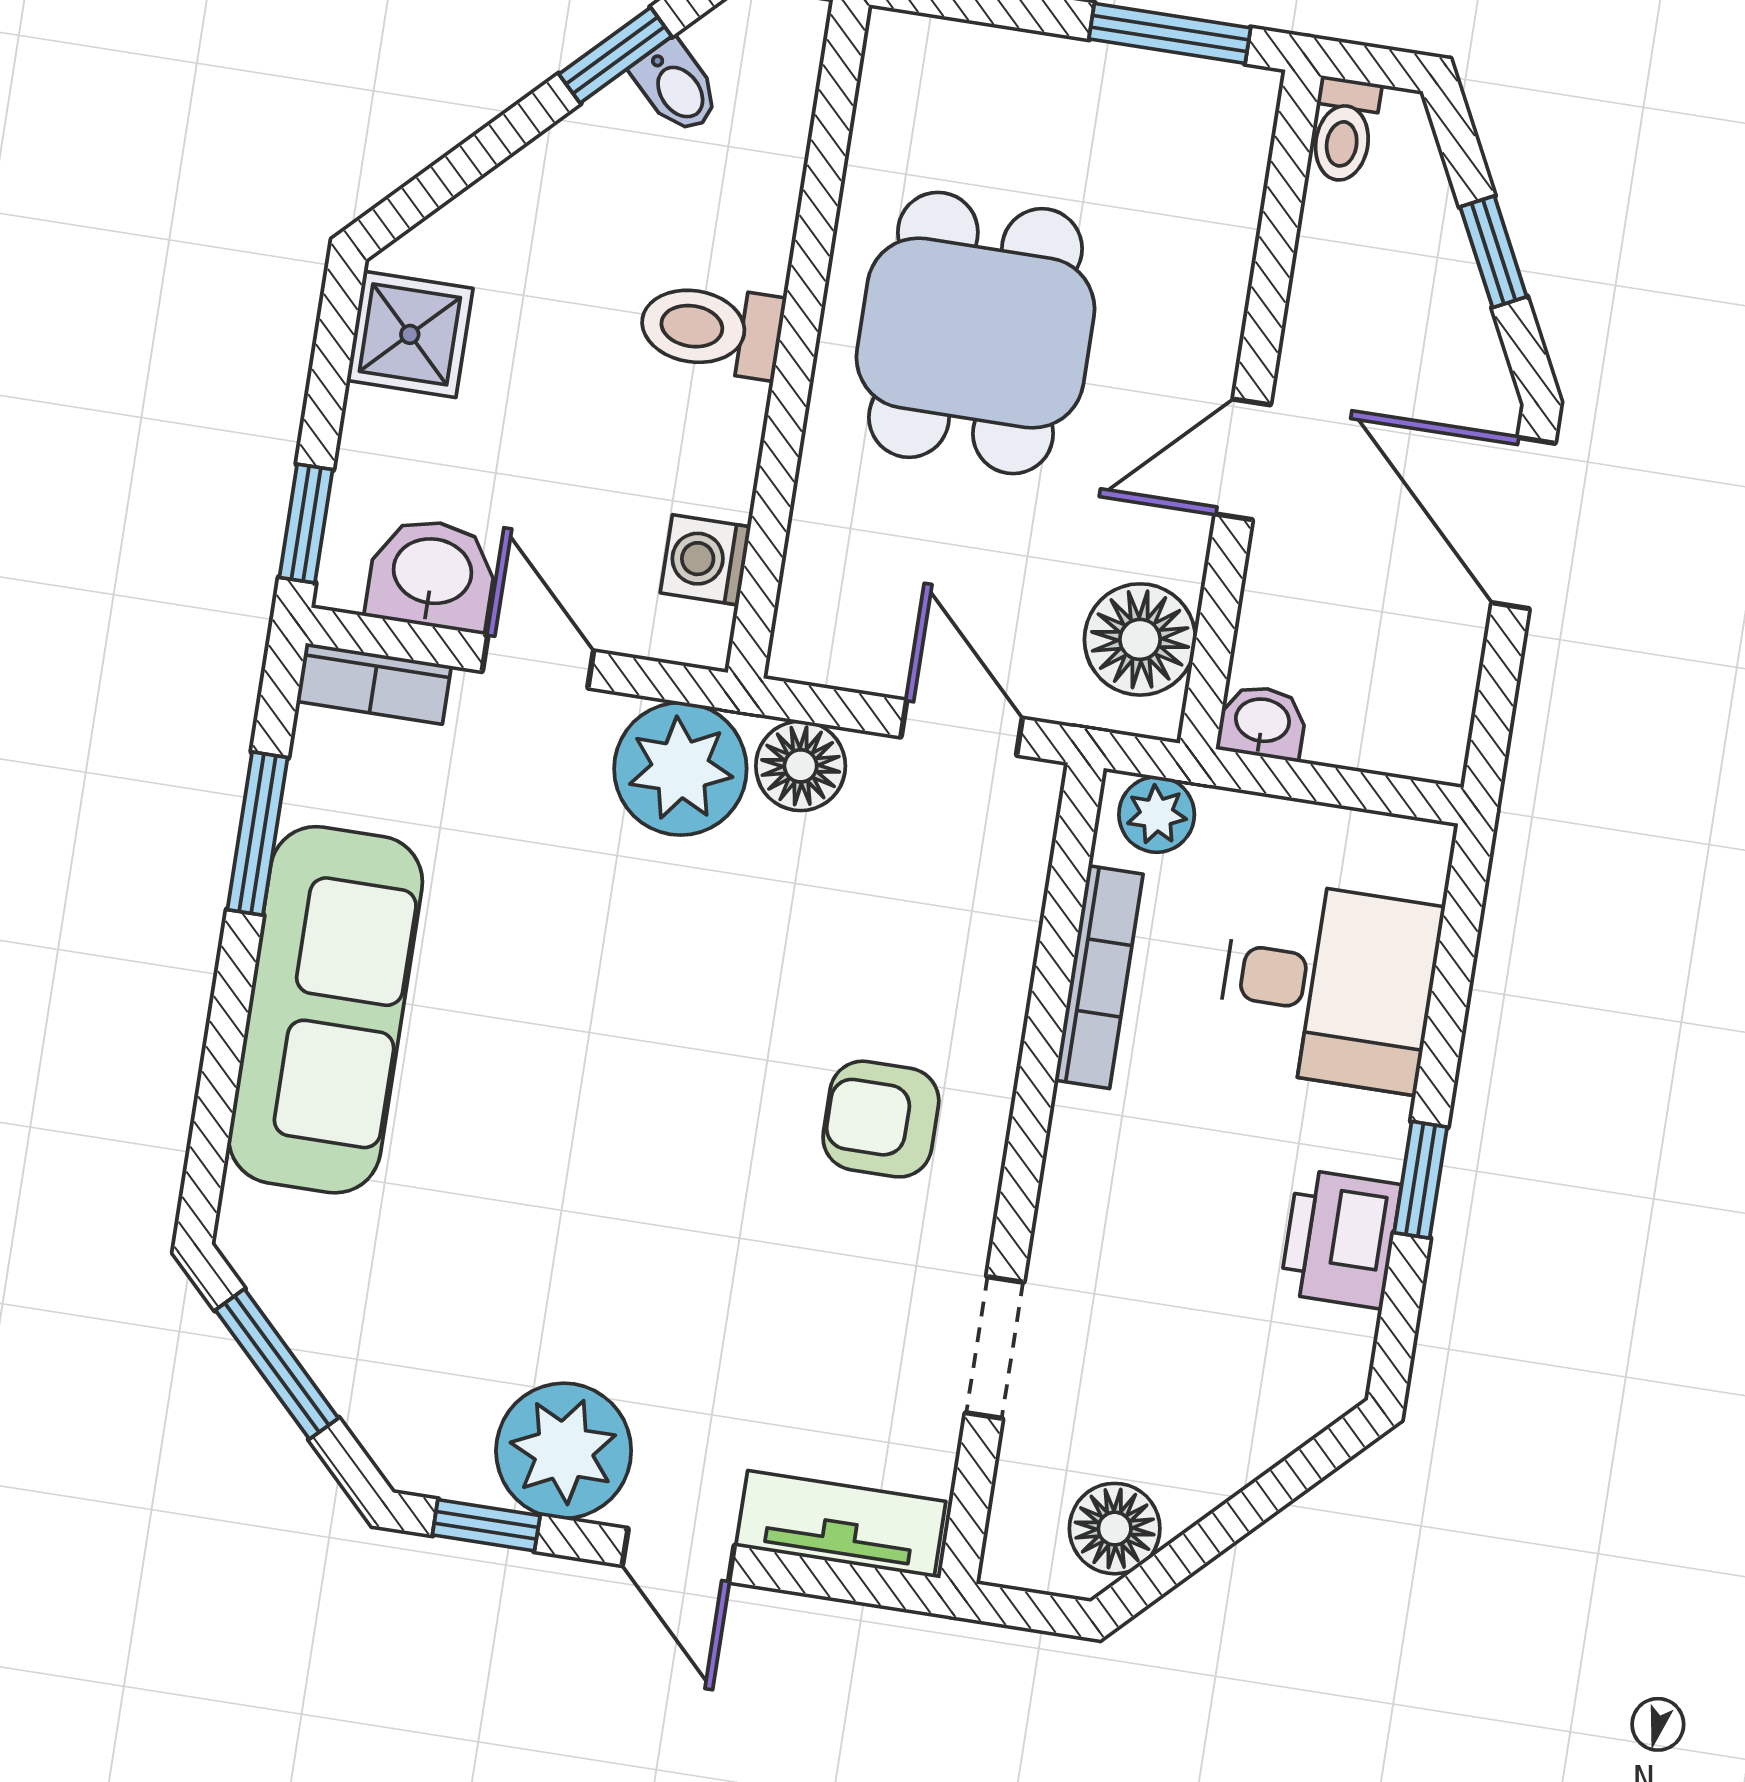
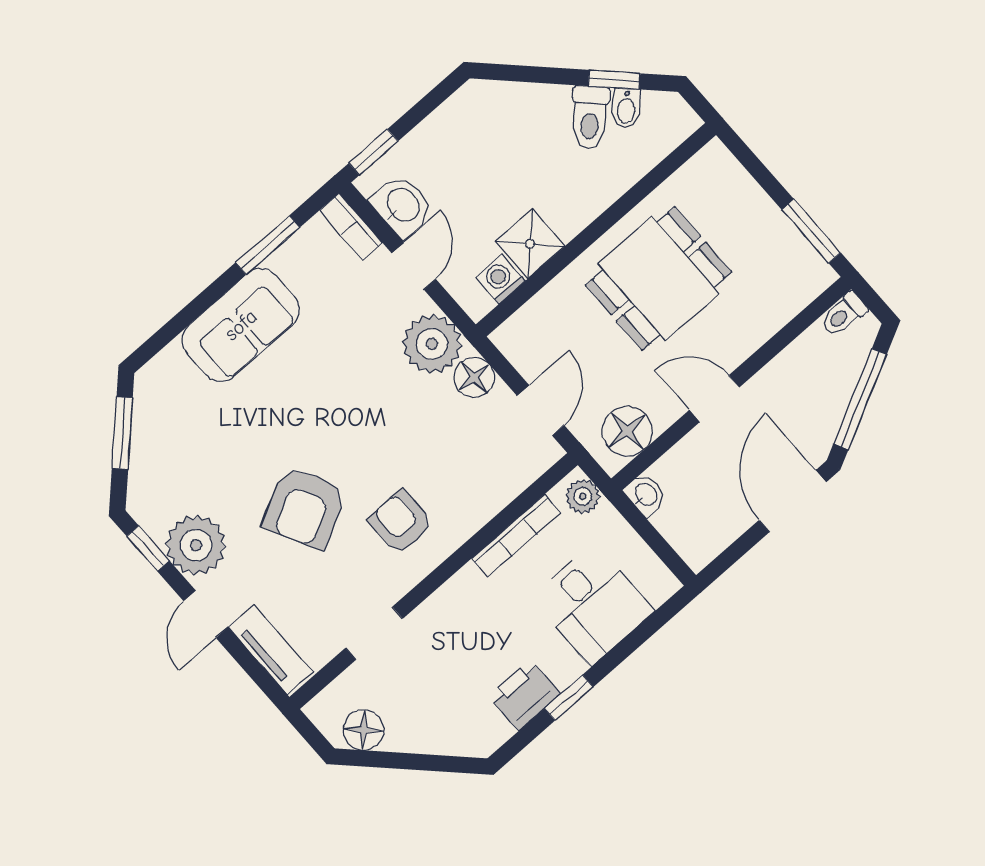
window: (1493, 252) -> (860, 399), width x2.17
toilet: (711, 329) -> (590, 117), moved, turned -135
shower: (410, 334) -> (530, 244), moved
sofa: (326, 1010) -> (241, 325), width x0.73
armchair: (696, 1232) -> (305, 508), added

